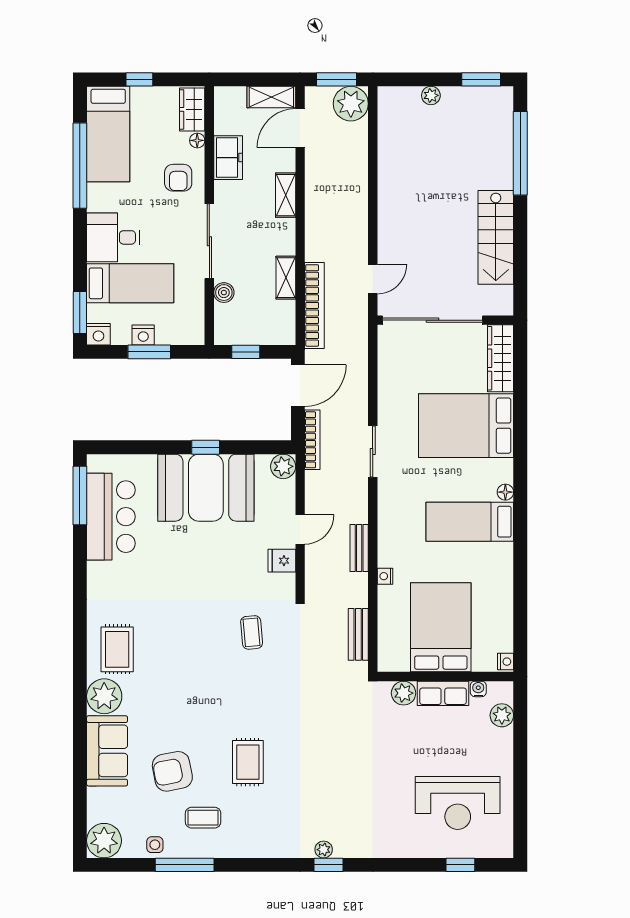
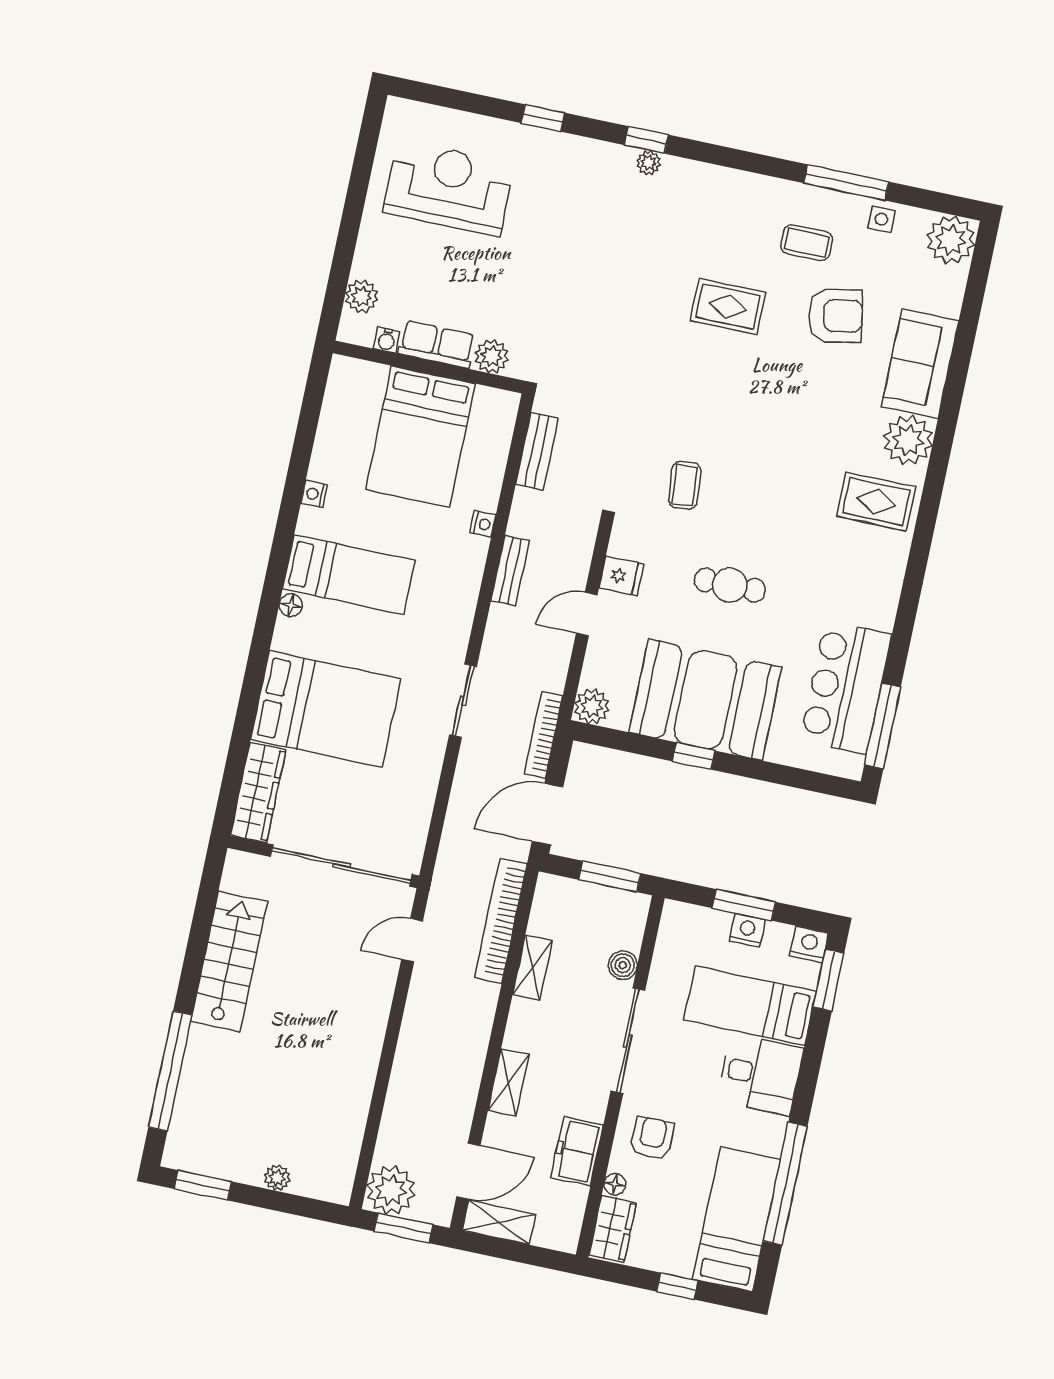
window: (246, 352) -> (610, 876), width x1.50
cafe table: (206, 570) -> (730, 585), added
rug: (117, 649) -> (876, 502), turned 90
nightstand: (506, 662) -> (314, 494), moved
rug: (248, 762) -> (728, 307), turned 90
window: (460, 865) -> (543, 118), moved

